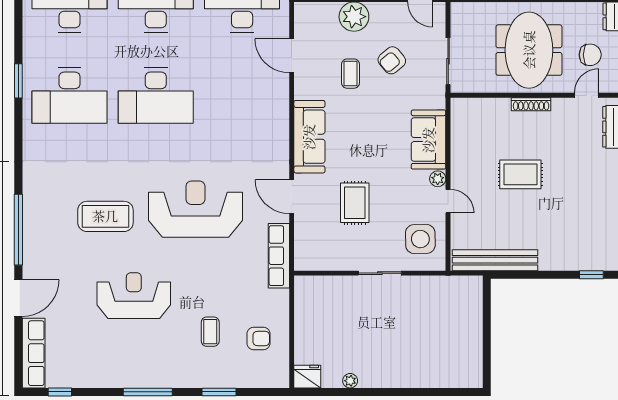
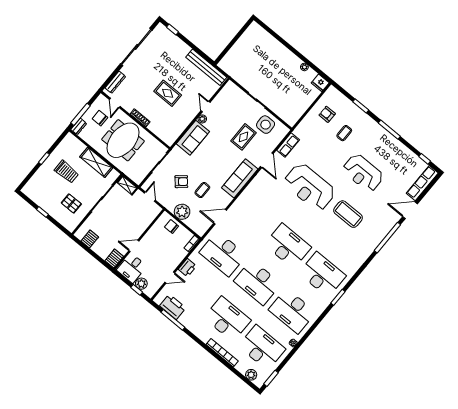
door: (292, 56) -> (220, 217), swing flipped
door: (587, 95) -> (115, 103), hinge flipped
side table: (420, 239) -> (266, 125), moved
row of seats: (279, 256) -> (288, 145), width x0.68

